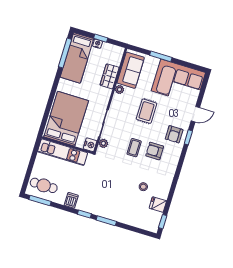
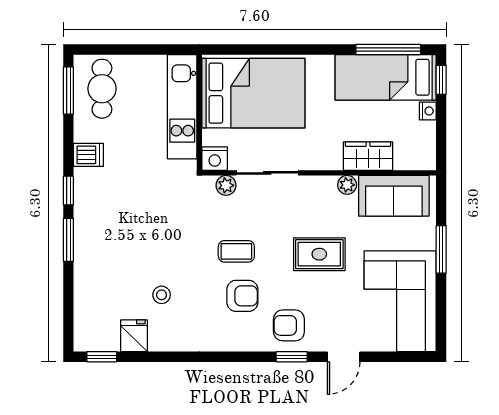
window: (101, 38) -> (441, 80), moved
door: (195, 114) -> (344, 357), hinge flipped
armchair: (155, 151) -> (242, 296), turned 90

